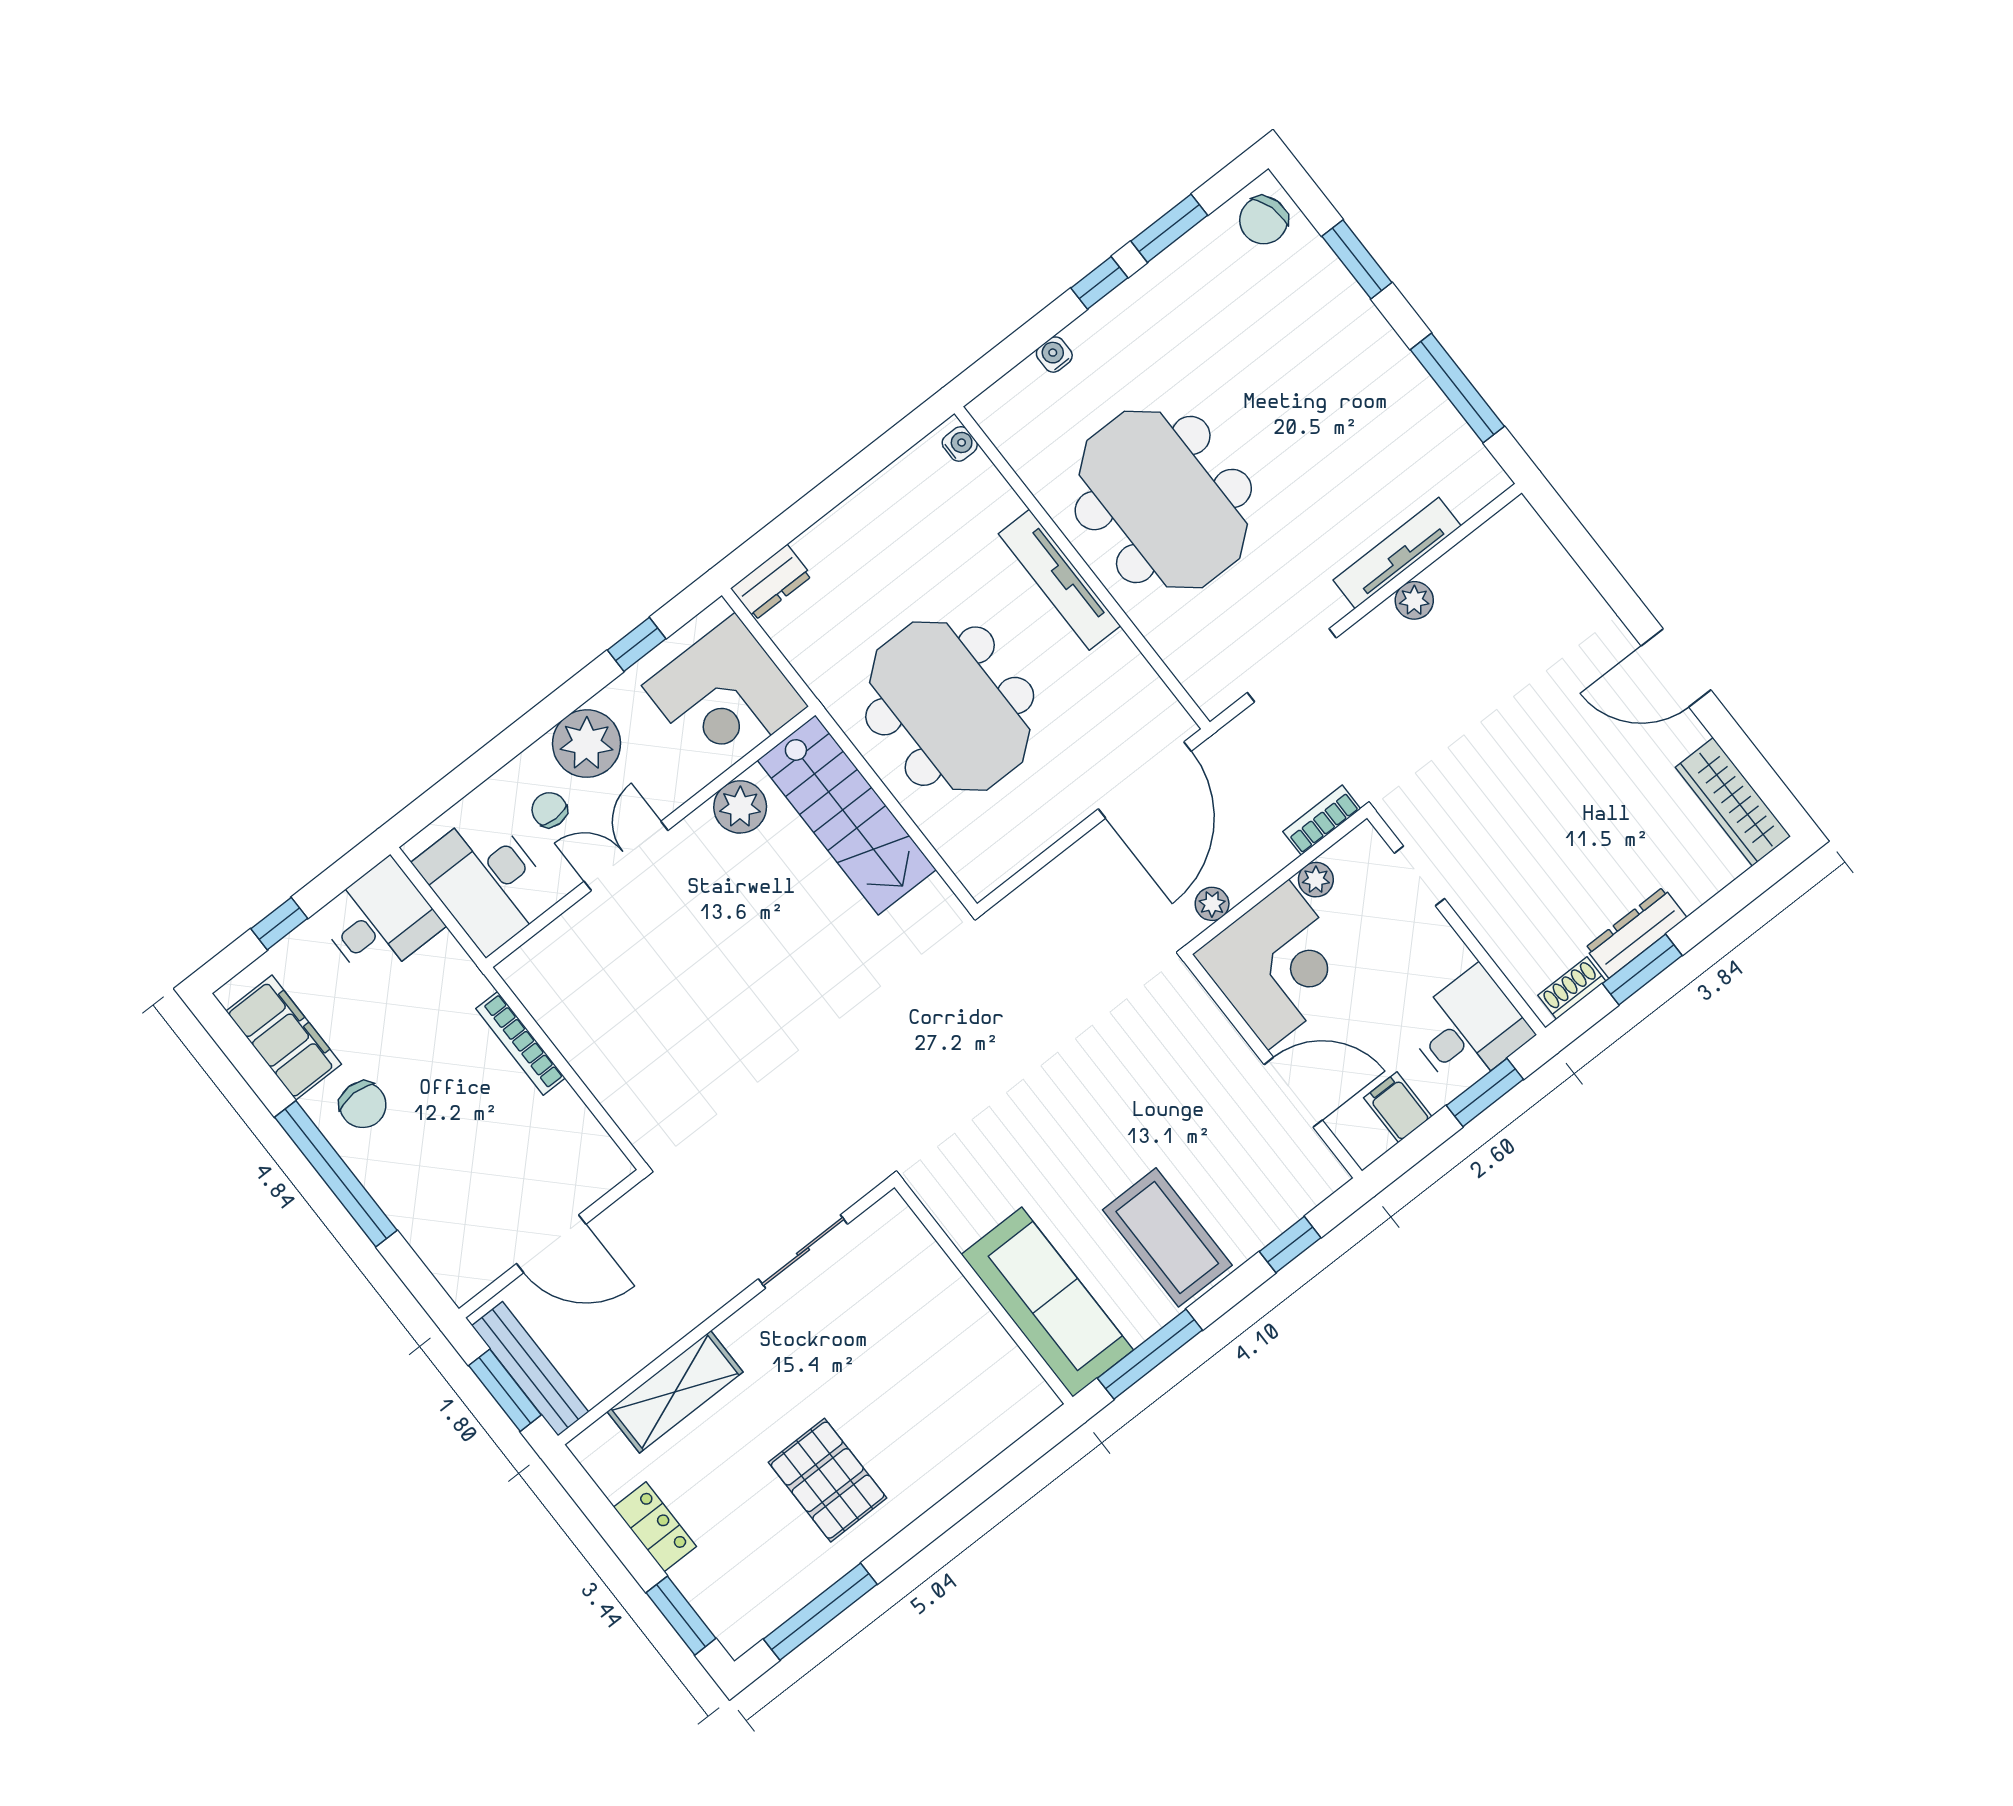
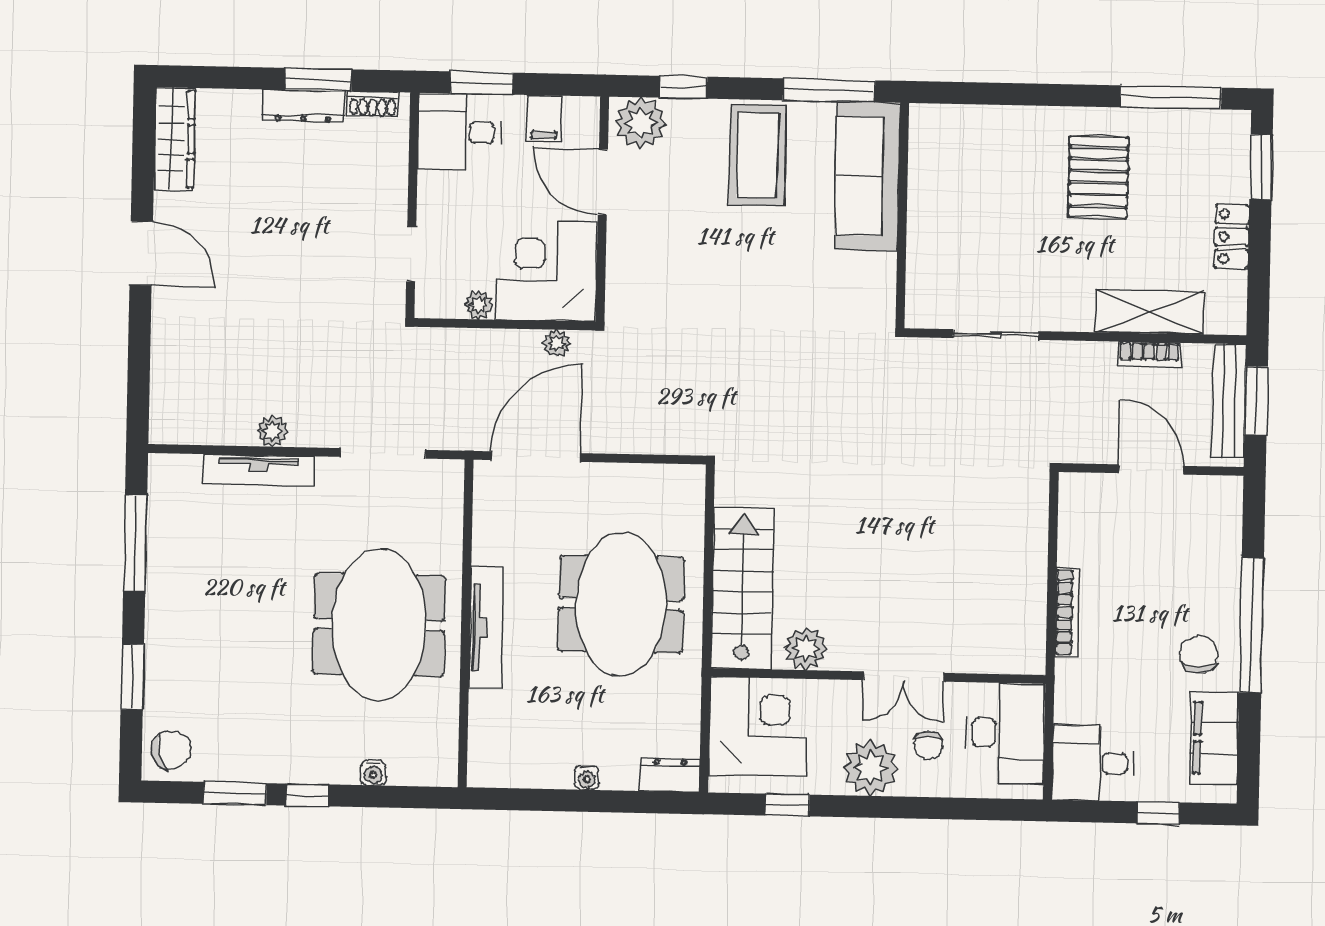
water cooler: (960, 444) -> (587, 778), moved, turned -90
bookcase: (1322, 820) -> (1149, 355), moved
plant: (1303, 1178) -> (641, 123), added

